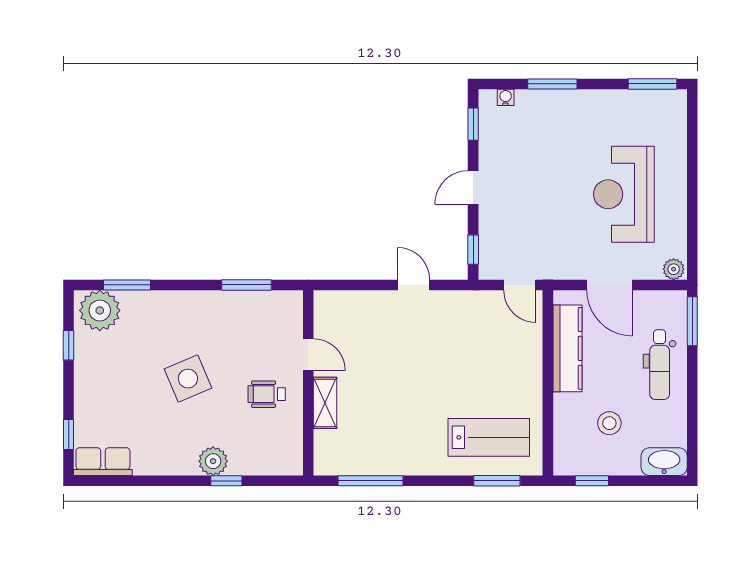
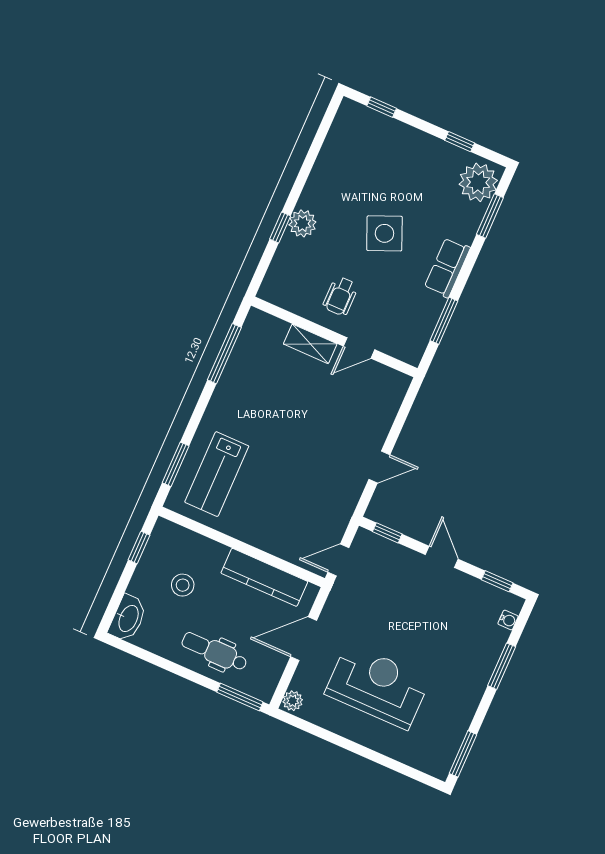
wheelchair: (267, 394) -> (340, 296), turned 180
row of seats: (103, 462) -> (447, 268), moved, turned 180

